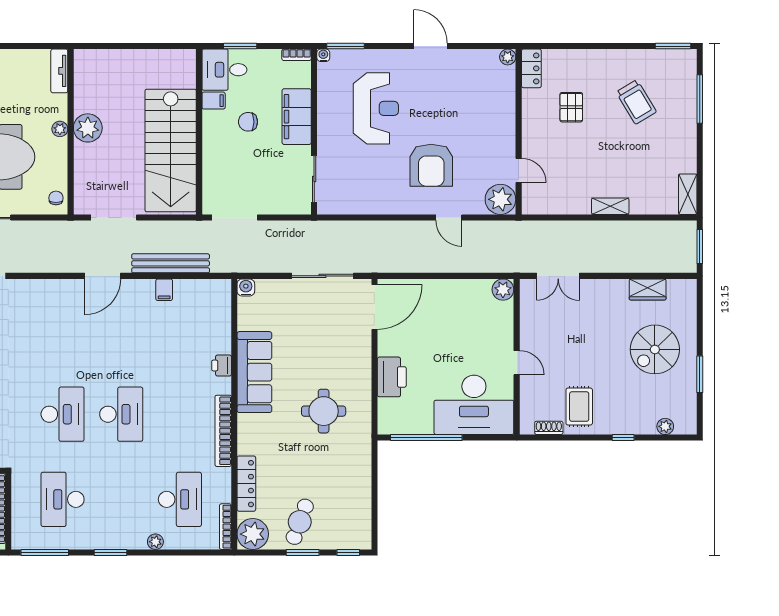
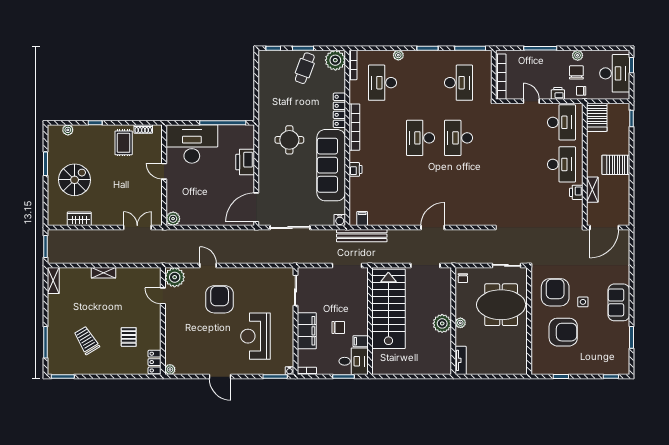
bench: (171, 263) -> (362, 236), moved
filing cabinet: (164, 290) -> (362, 219), moved
sofa: (254, 372) -> (331, 165), width x1.36, depth x1.27
locker: (246, 484) -> (339, 110), moved

